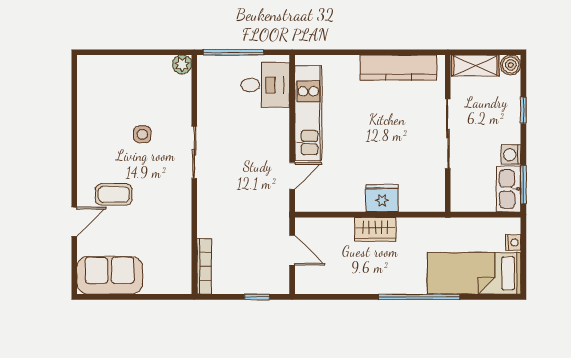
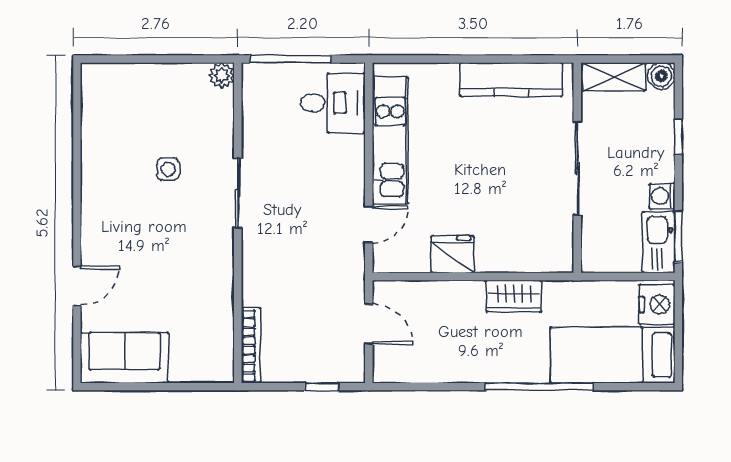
coffee table: (114, 194) -> (130, 249), removed
fridge: (382, 198) -> (453, 254), moved
wardrobe: (375, 229) -> (514, 296), moved
nightstand: (513, 243) -> (657, 304), width x1.89, depth x1.79

